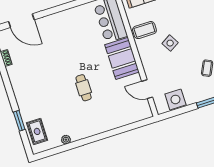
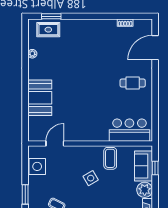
booth: (122, 58) -> (40, 98), moved, turned 90
cafe table: (84, 88) -> (133, 83), moved
window: (19, 121) -> (51, 16), moved

